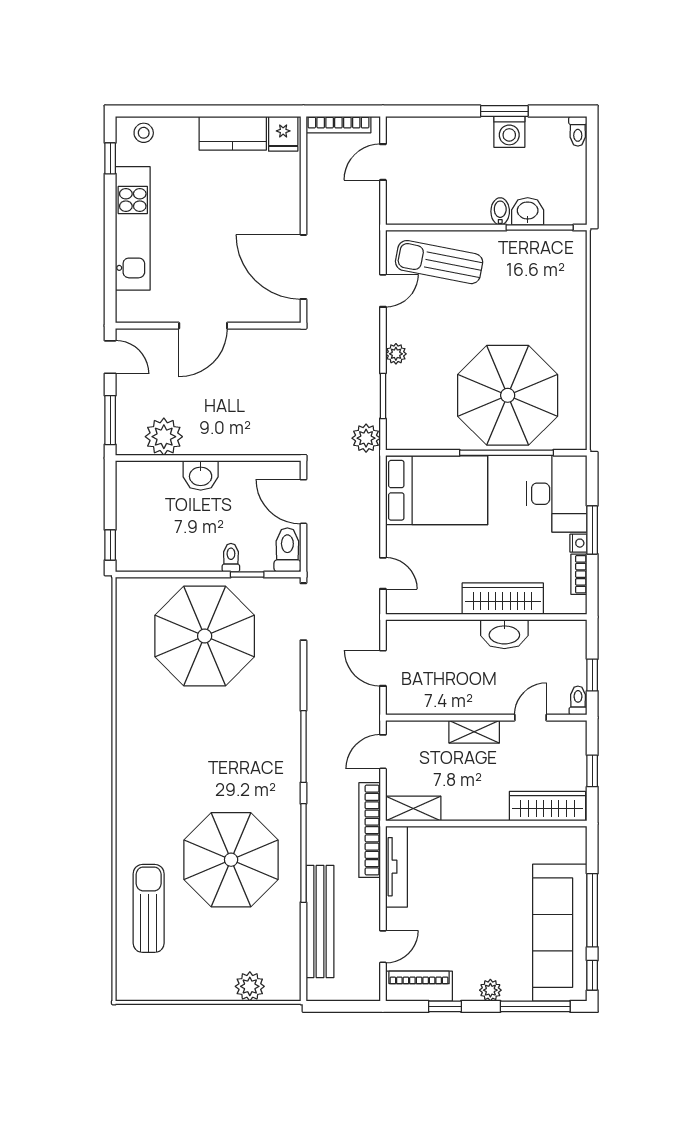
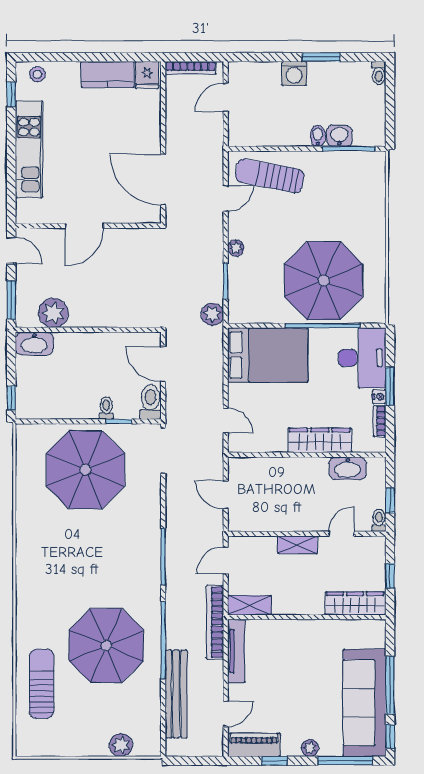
washing machine: (509, 132) -> (294, 73), moved
washbasin: (201, 475) -> (34, 344), moved, width x1.38
washbasin: (504, 634) -> (348, 468), moved

